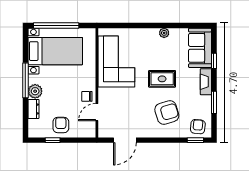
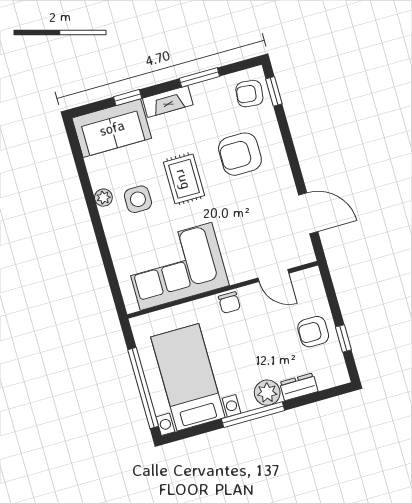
side table: (158, 51) -> (138, 199), added
chair: (87, 96) -> (229, 303), moved
armchair: (167, 113) -> (240, 154), turned -73

